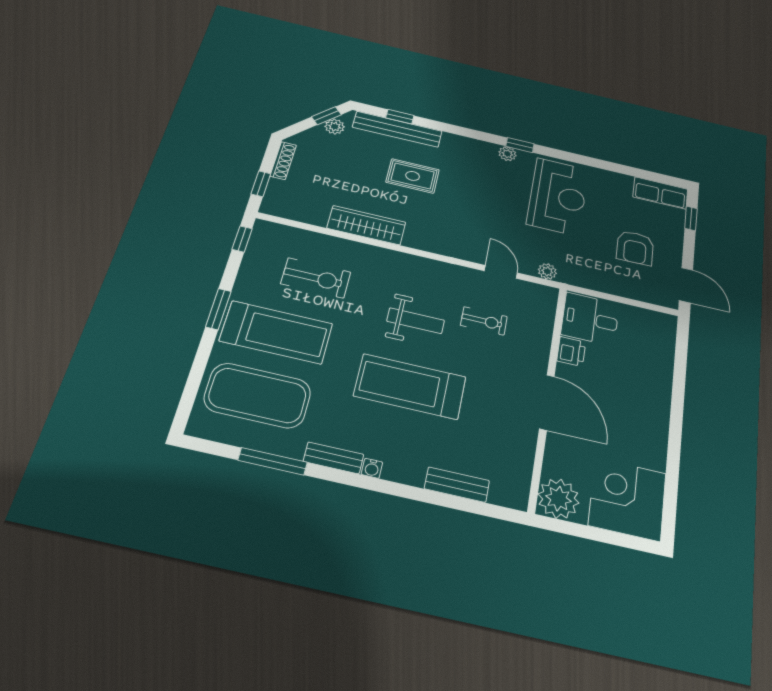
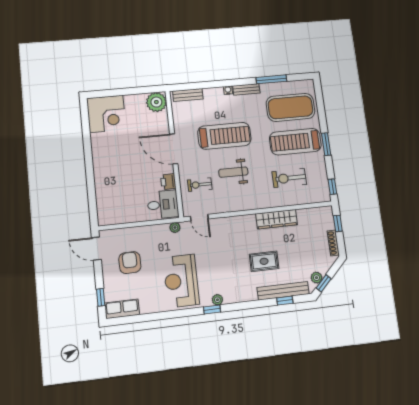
desk: (590, 319) -> (163, 205), moved
printer: (571, 351) -> (168, 182), moved
wall: (548, 394) -> (174, 153), moved
door: (547, 402) -> (174, 149), moved
plant: (559, 499) -> (156, 102), moved

